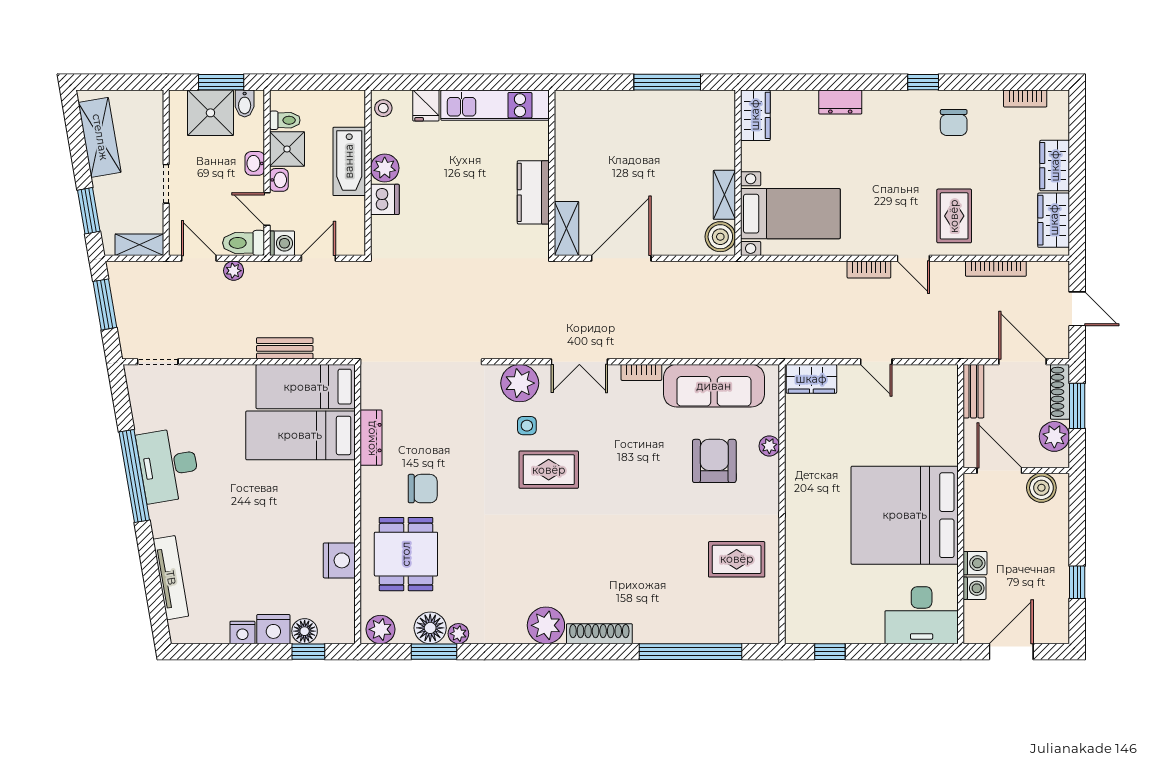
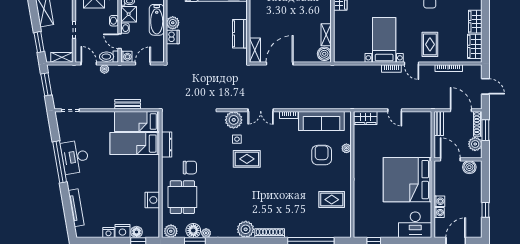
bed with nightstands: (790, 214) -> (384, 40), moved, turned -90

